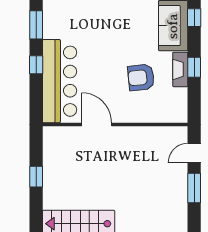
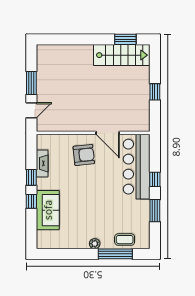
window: (194, 18) -> (31, 201), moved
fireplace: (180, 69) -> (42, 163), moved
armchair: (141, 77) -> (84, 155), moved

